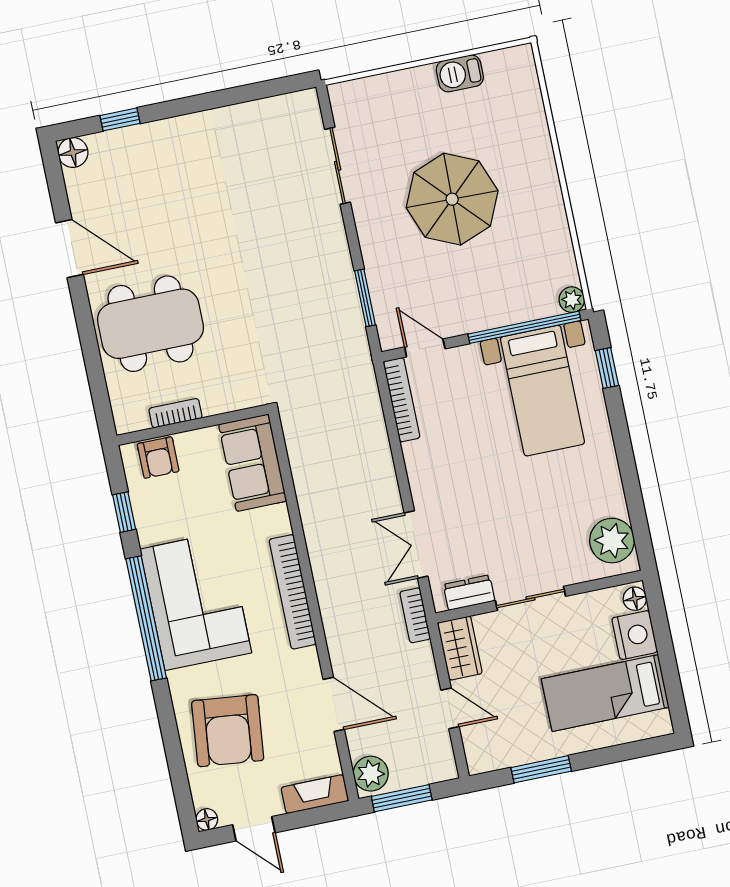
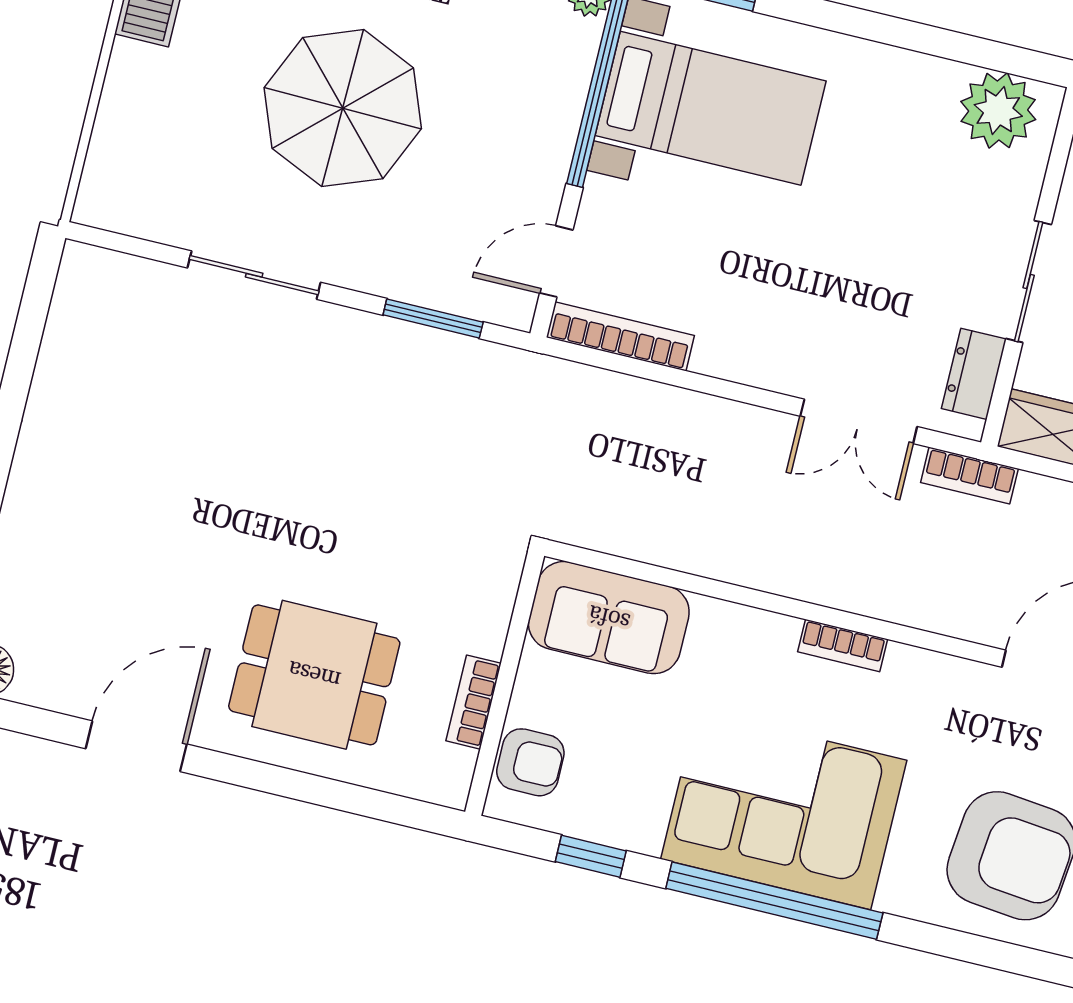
sliding door: (338, 166) -> (254, 275), moved
dining table: (150, 324) -> (314, 675), width x0.73
bookcase: (293, 592) -> (843, 645), width x0.43, depth x0.76

